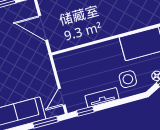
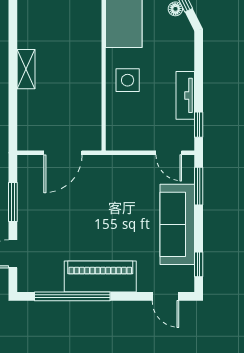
side table: (128, 79) -> (128, 80), moved

